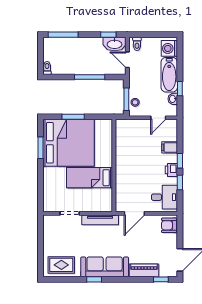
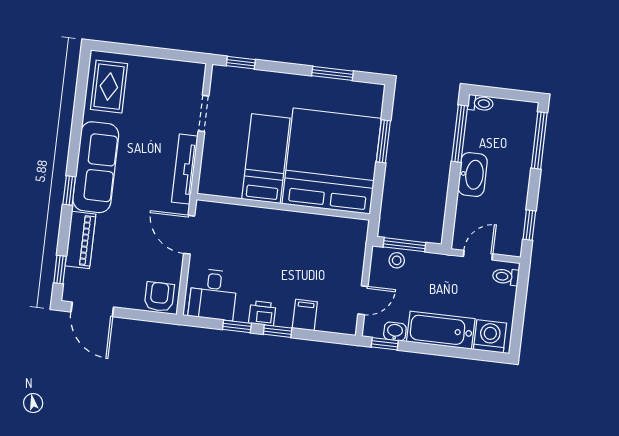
washbasin: (115, 44) -> (473, 175), moved, turned 180
window: (90, 77) -> (460, 134), moved
window: (180, 89) -> (385, 344), moved
door: (158, 118) -> (363, 300), swing flipped
bed: (69, 143) -> (332, 161), moved, turned 180
window: (40, 197) -> (241, 63), added
window: (94, 279) -> (69, 190), moved

